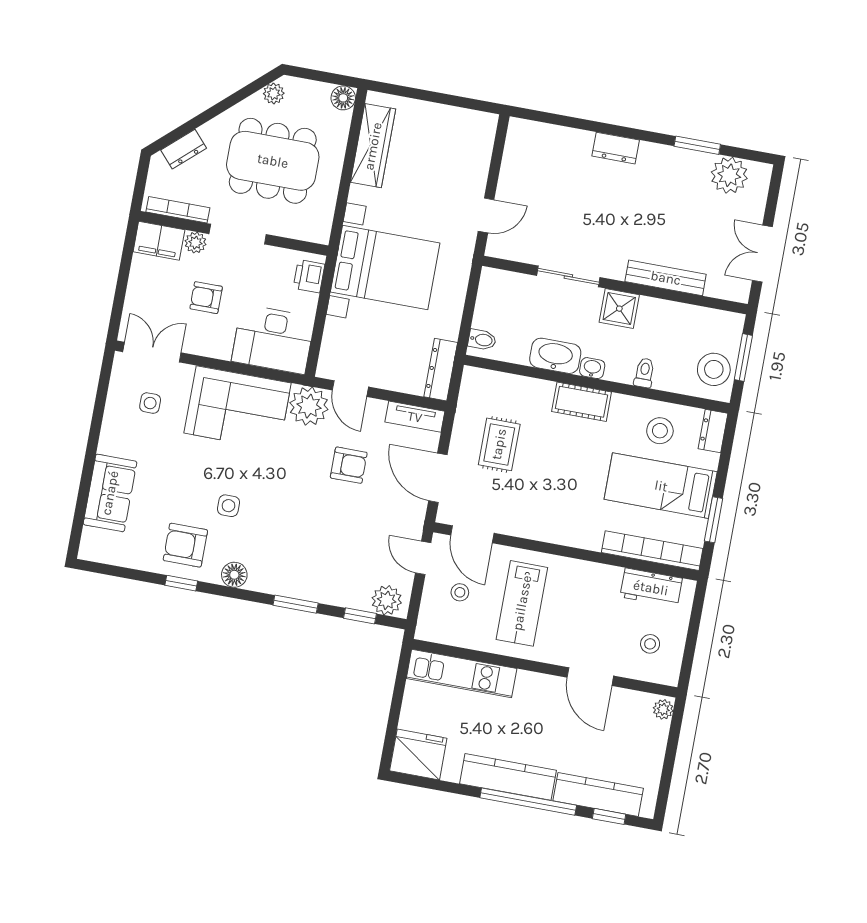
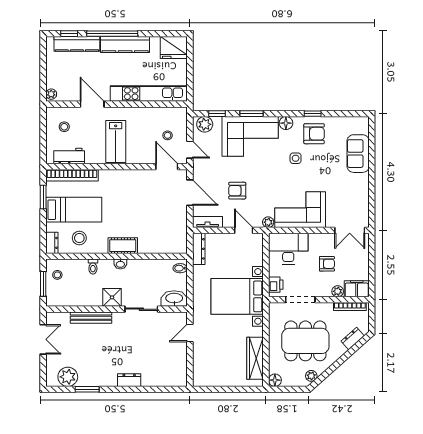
doorway: (238, 234) -> (300, 300), moved
washbasin: (555, 356) -> (174, 299), moved, turned 180
stool: (714, 369) -> (57, 275), width x0.53, depth x0.53
side table: (150, 403) -> (346, 204), removed
plant: (309, 406) -> (268, 222), width x0.53, depth x0.53
rug: (499, 444) -> (161, 216), removed
corner sofa: (306, 562) -> (250, 136), added
lab bench: (522, 603) -> (116, 142), moved, turned 180
kitchen unit: (462, 673) -> (149, 94), width x1.36

